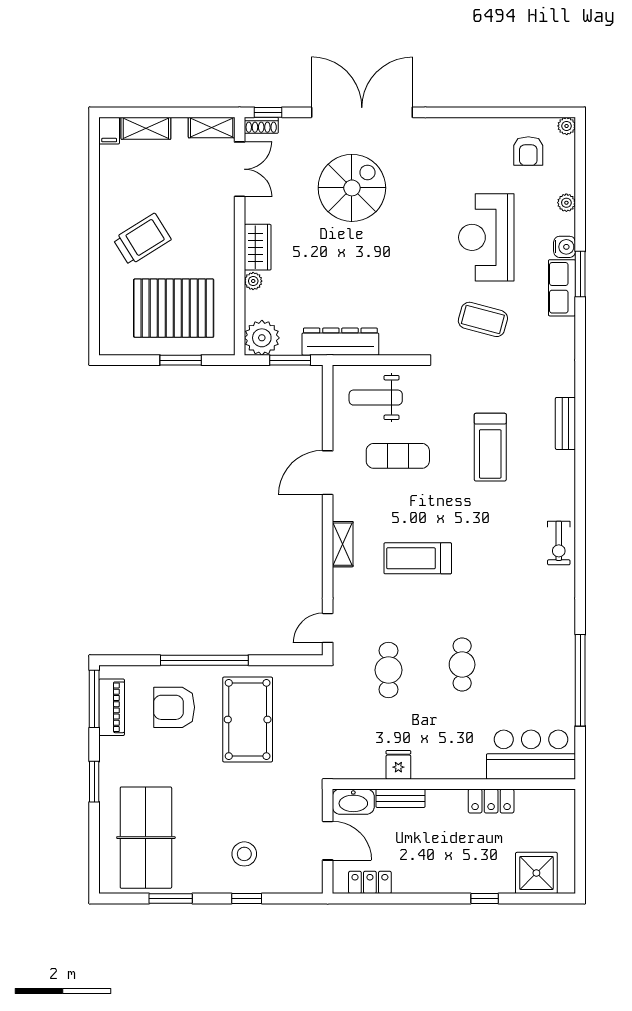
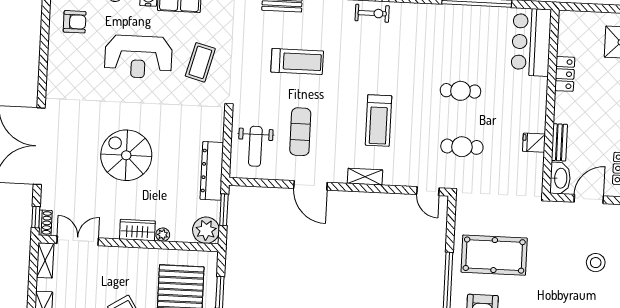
spiral stairs: (352, 188) -> (126, 155), moved

